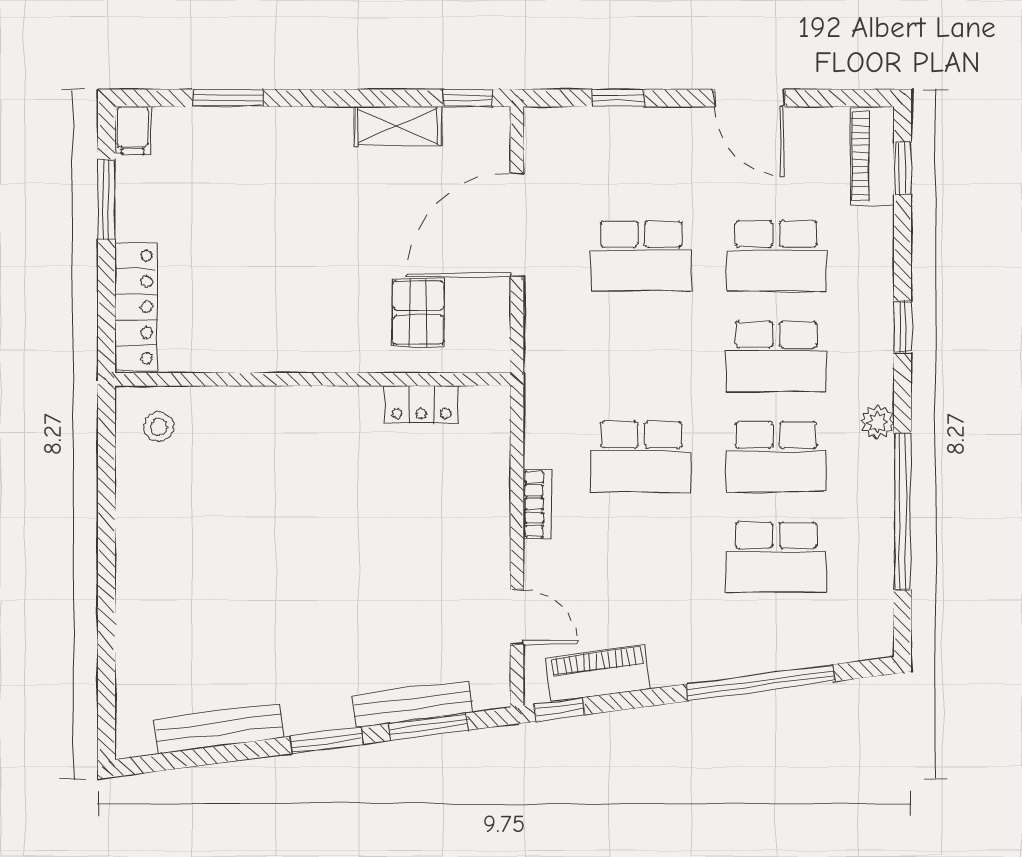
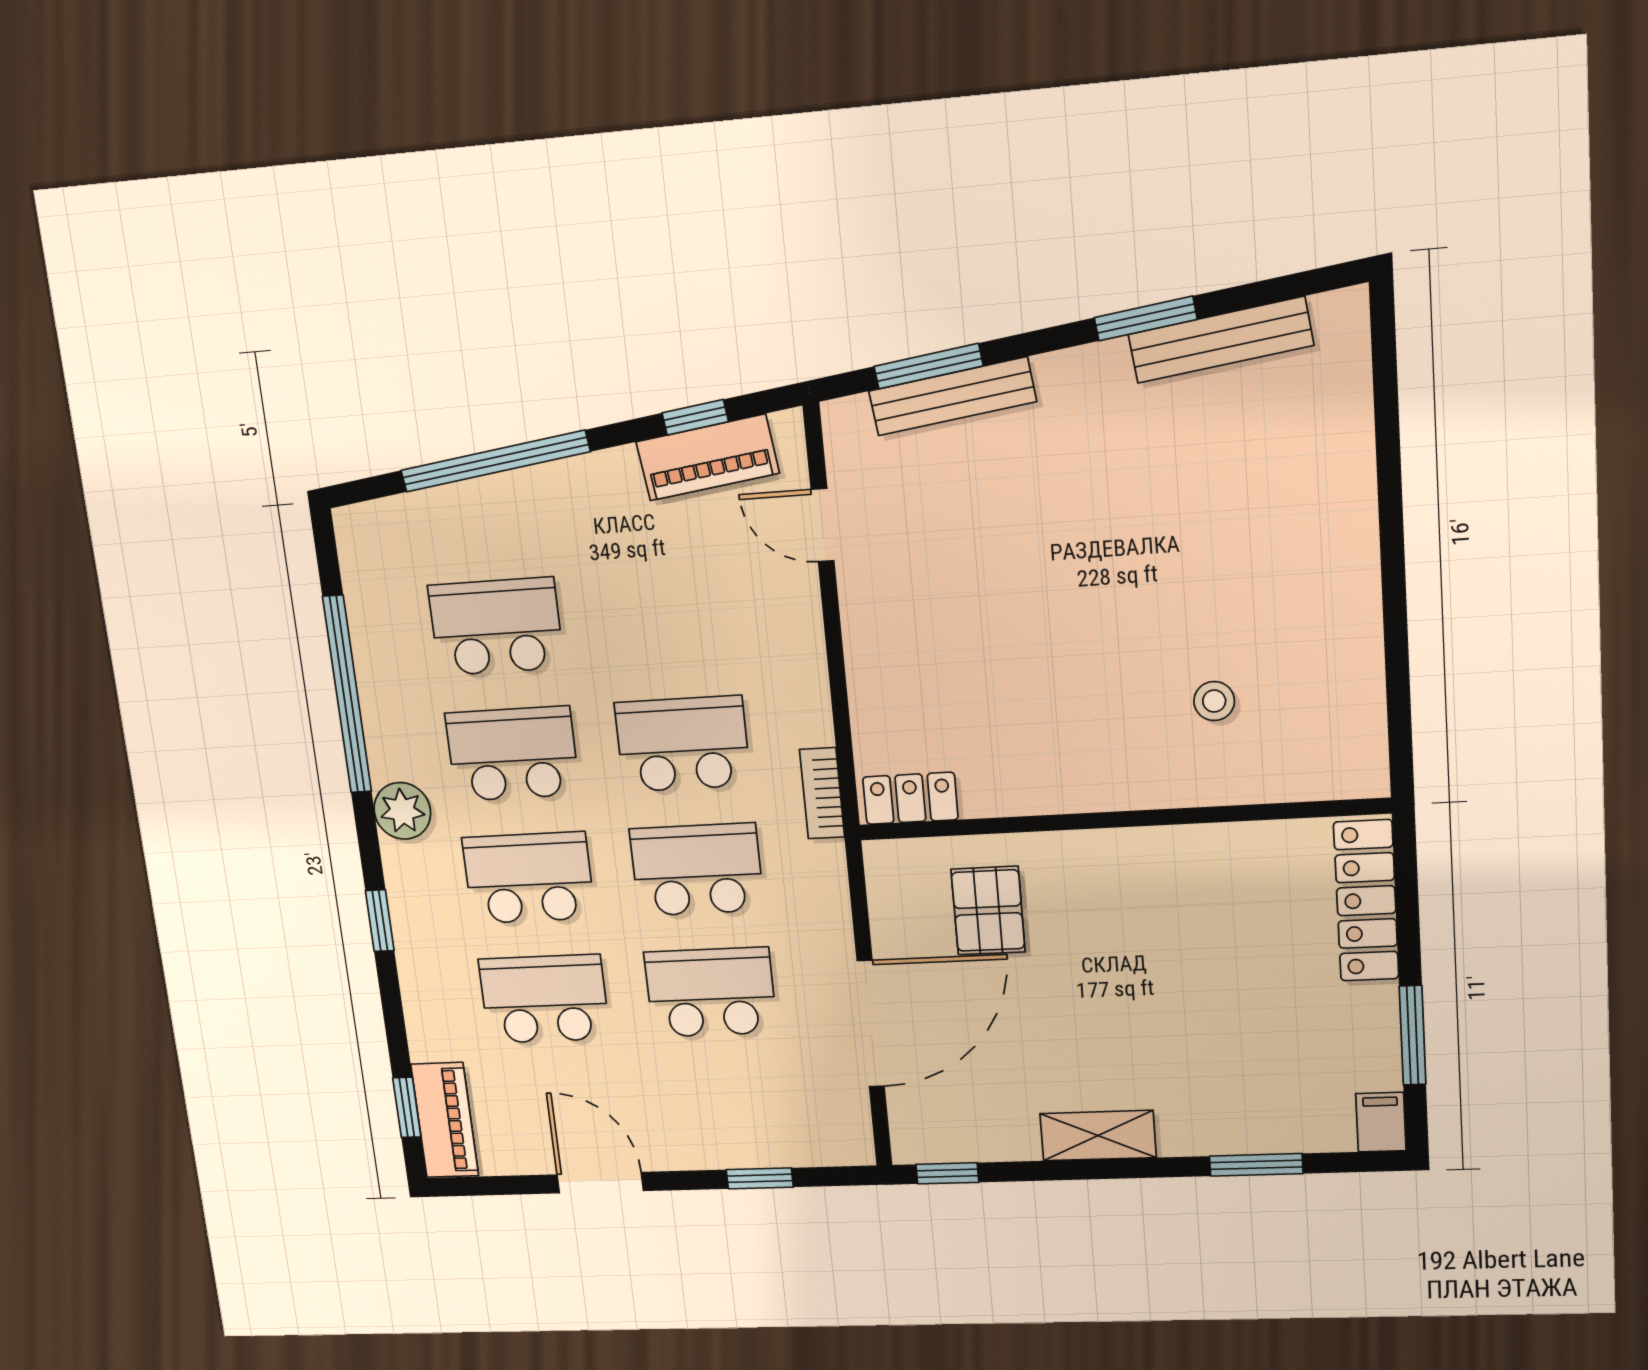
shelving: (398, 126) -> (1098, 1136), moved
school desk: (641, 356) -> (697, 870), added
locker: (421, 404) -> (910, 798), moved
plant: (877, 422) -> (402, 811), width x1.38, depth x1.38
stool: (159, 427) -> (1214, 701), moved
bookcase: (537, 504) -> (822, 793), moved
window: (560, 709) -> (695, 417), moved
window: (327, 740) -> (1146, 319), moved

